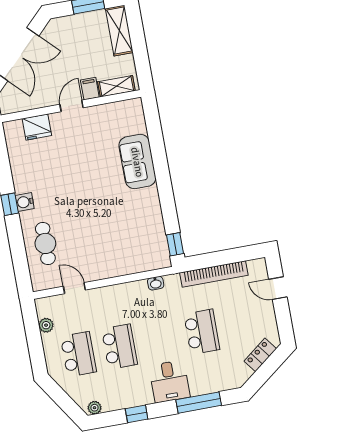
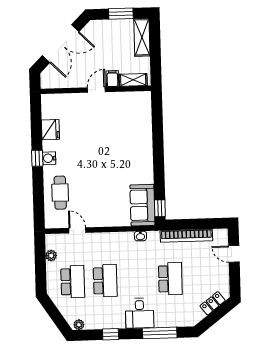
fridge: (37, 127) -> (50, 130), moved, turned -90
sofa: (137, 162) -> (142, 205), moved

